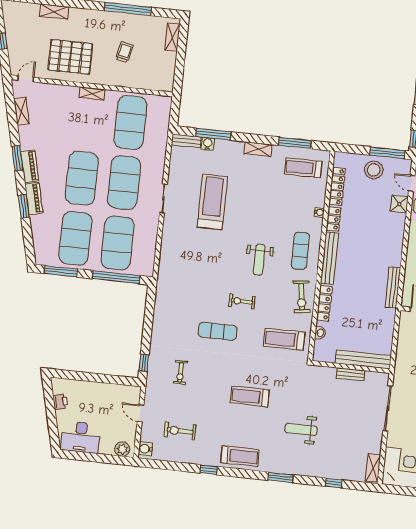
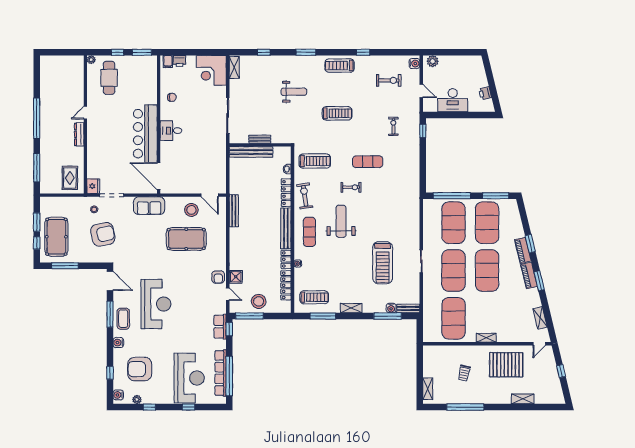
weight bench: (259, 260) -> (341, 221), width x1.36, depth x1.33
desk: (81, 437) -> (453, 100), moved, turned 180

